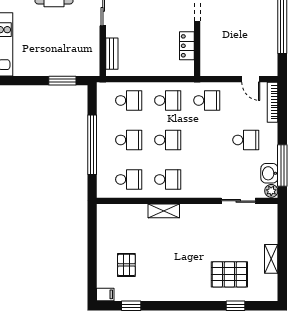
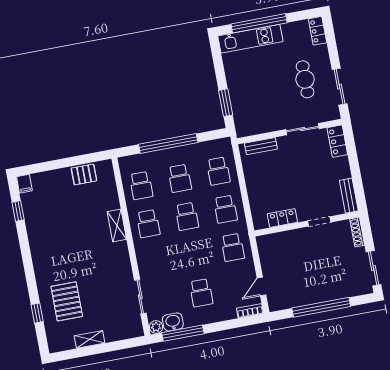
bookcase: (273, 102) -> (250, 311), width x0.64
pallet: (126, 265) -> (84, 174), moved

